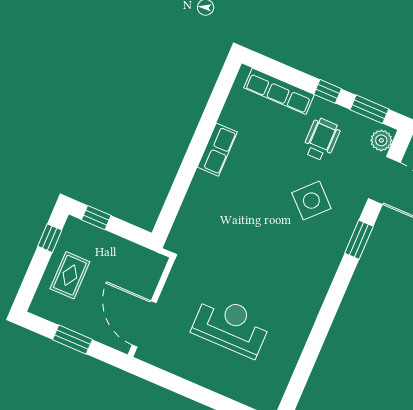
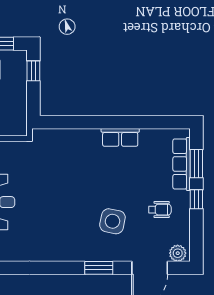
window: (369, 109) -> (196, 164), moved
wheelchair: (321, 139) -> (160, 210), width x0.73, depth x0.73
side table: (311, 201) -> (112, 221), turned -33

